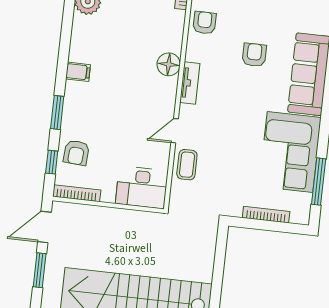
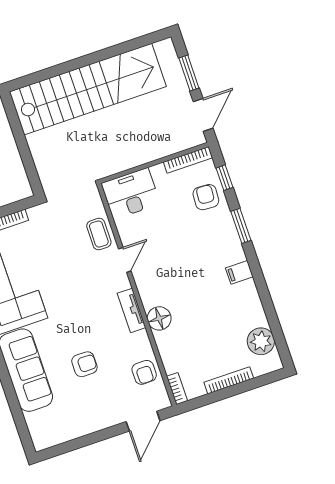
armchair: (254, 55) -> (84, 364), turned -90

